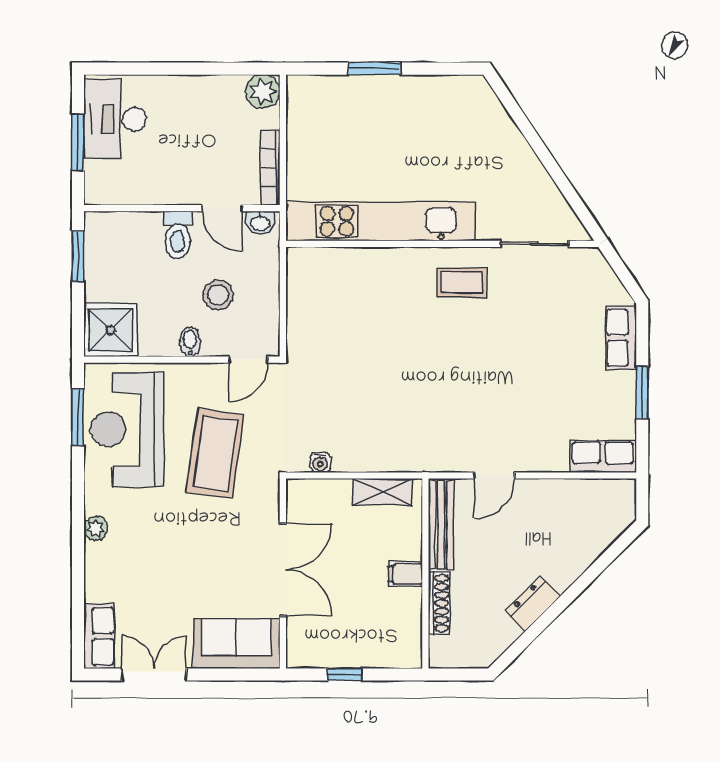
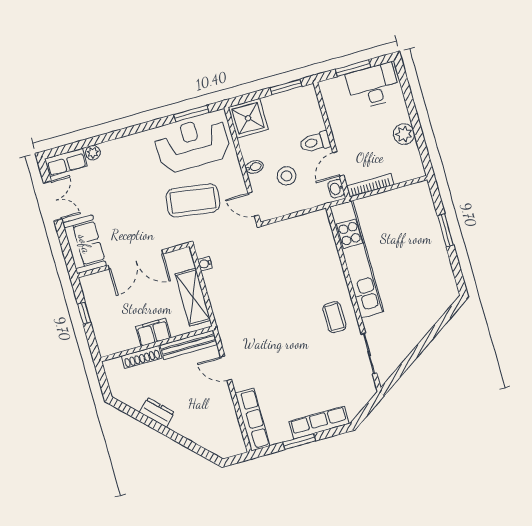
plant: (263, 92) -> (404, 134), moved
row of seats: (621, 338) -> (319, 423), width x1.48
row of seats: (603, 457) -> (252, 420), width x1.48
shelving: (382, 492) -> (193, 297), width x1.50, depth x1.33
plant: (96, 528) -> (93, 153), moved
filing cabinet: (405, 574) -> (153, 332), width x2.00

